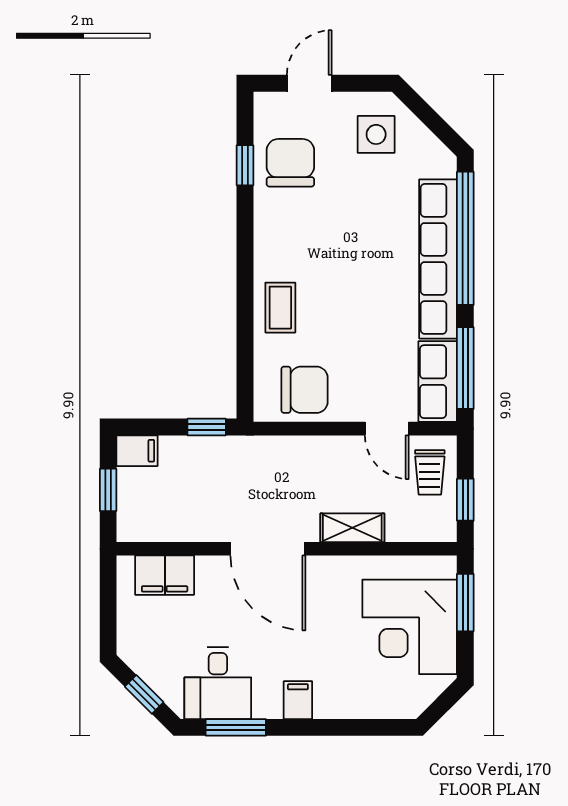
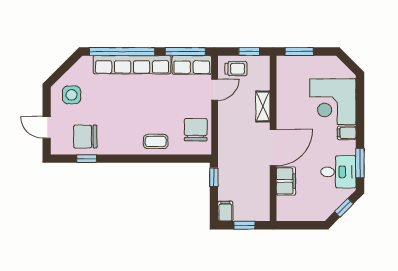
filing cabinet: (165, 575) -> (286, 181), moved
corner desk: (410, 627) -> (333, 102), moved, turned 90

